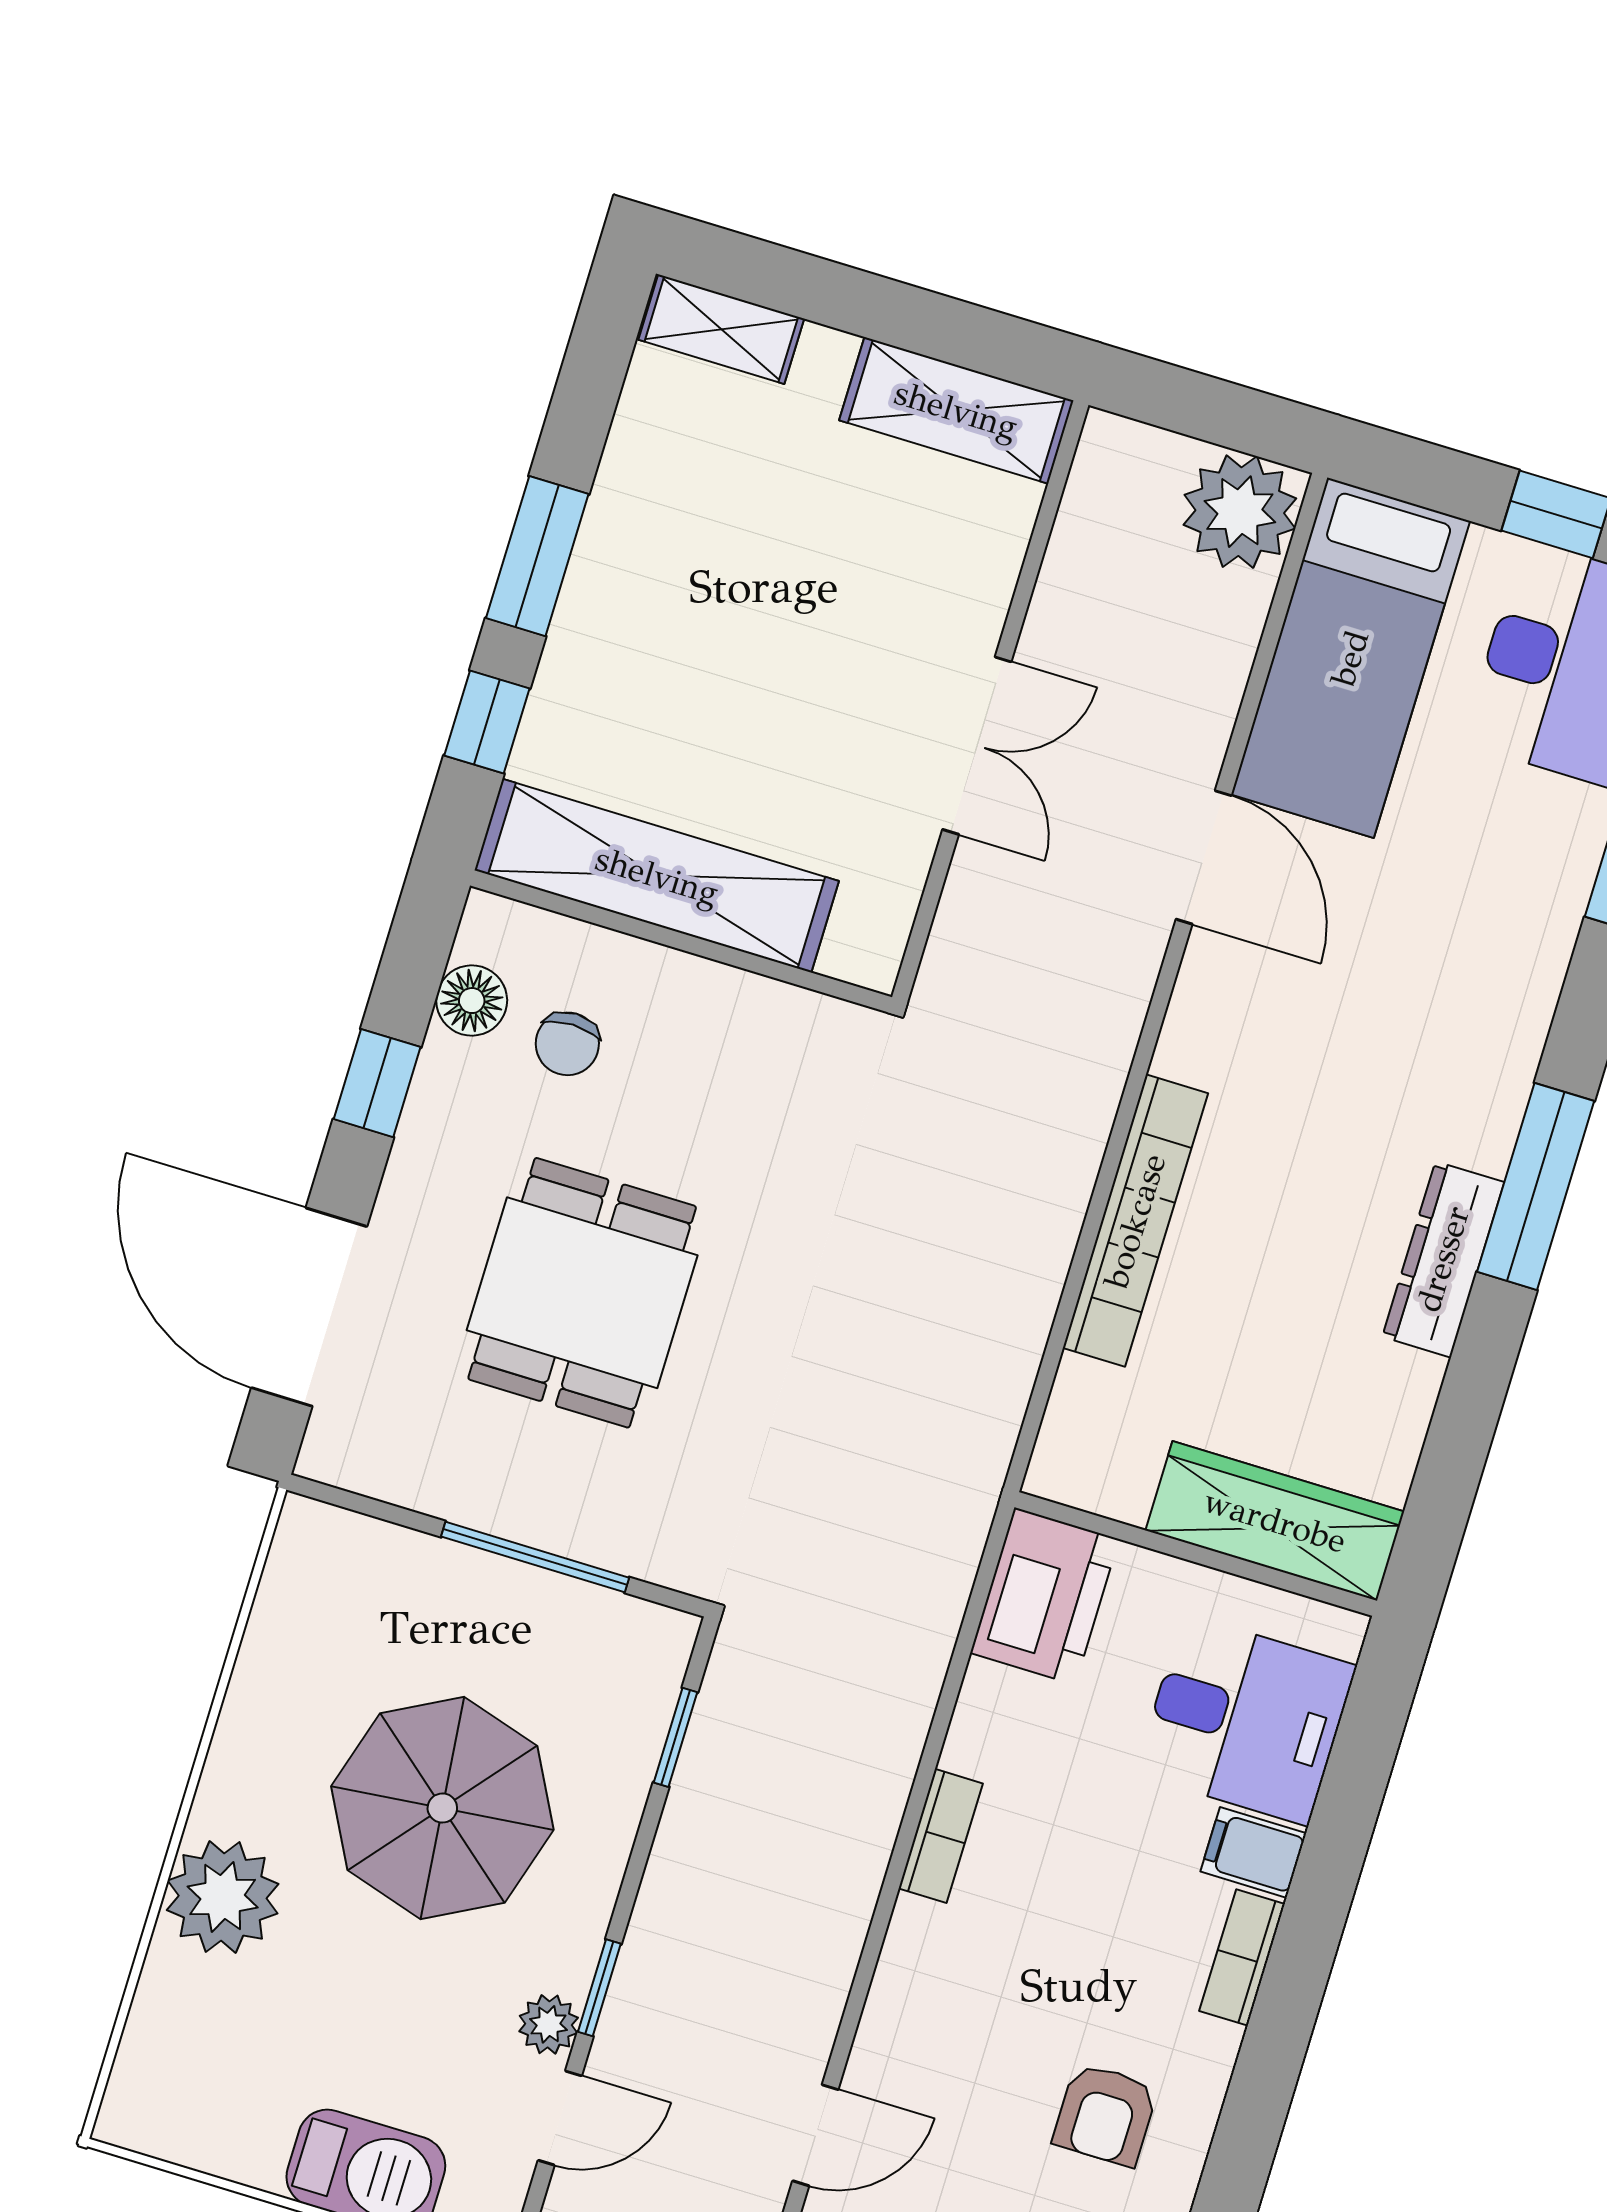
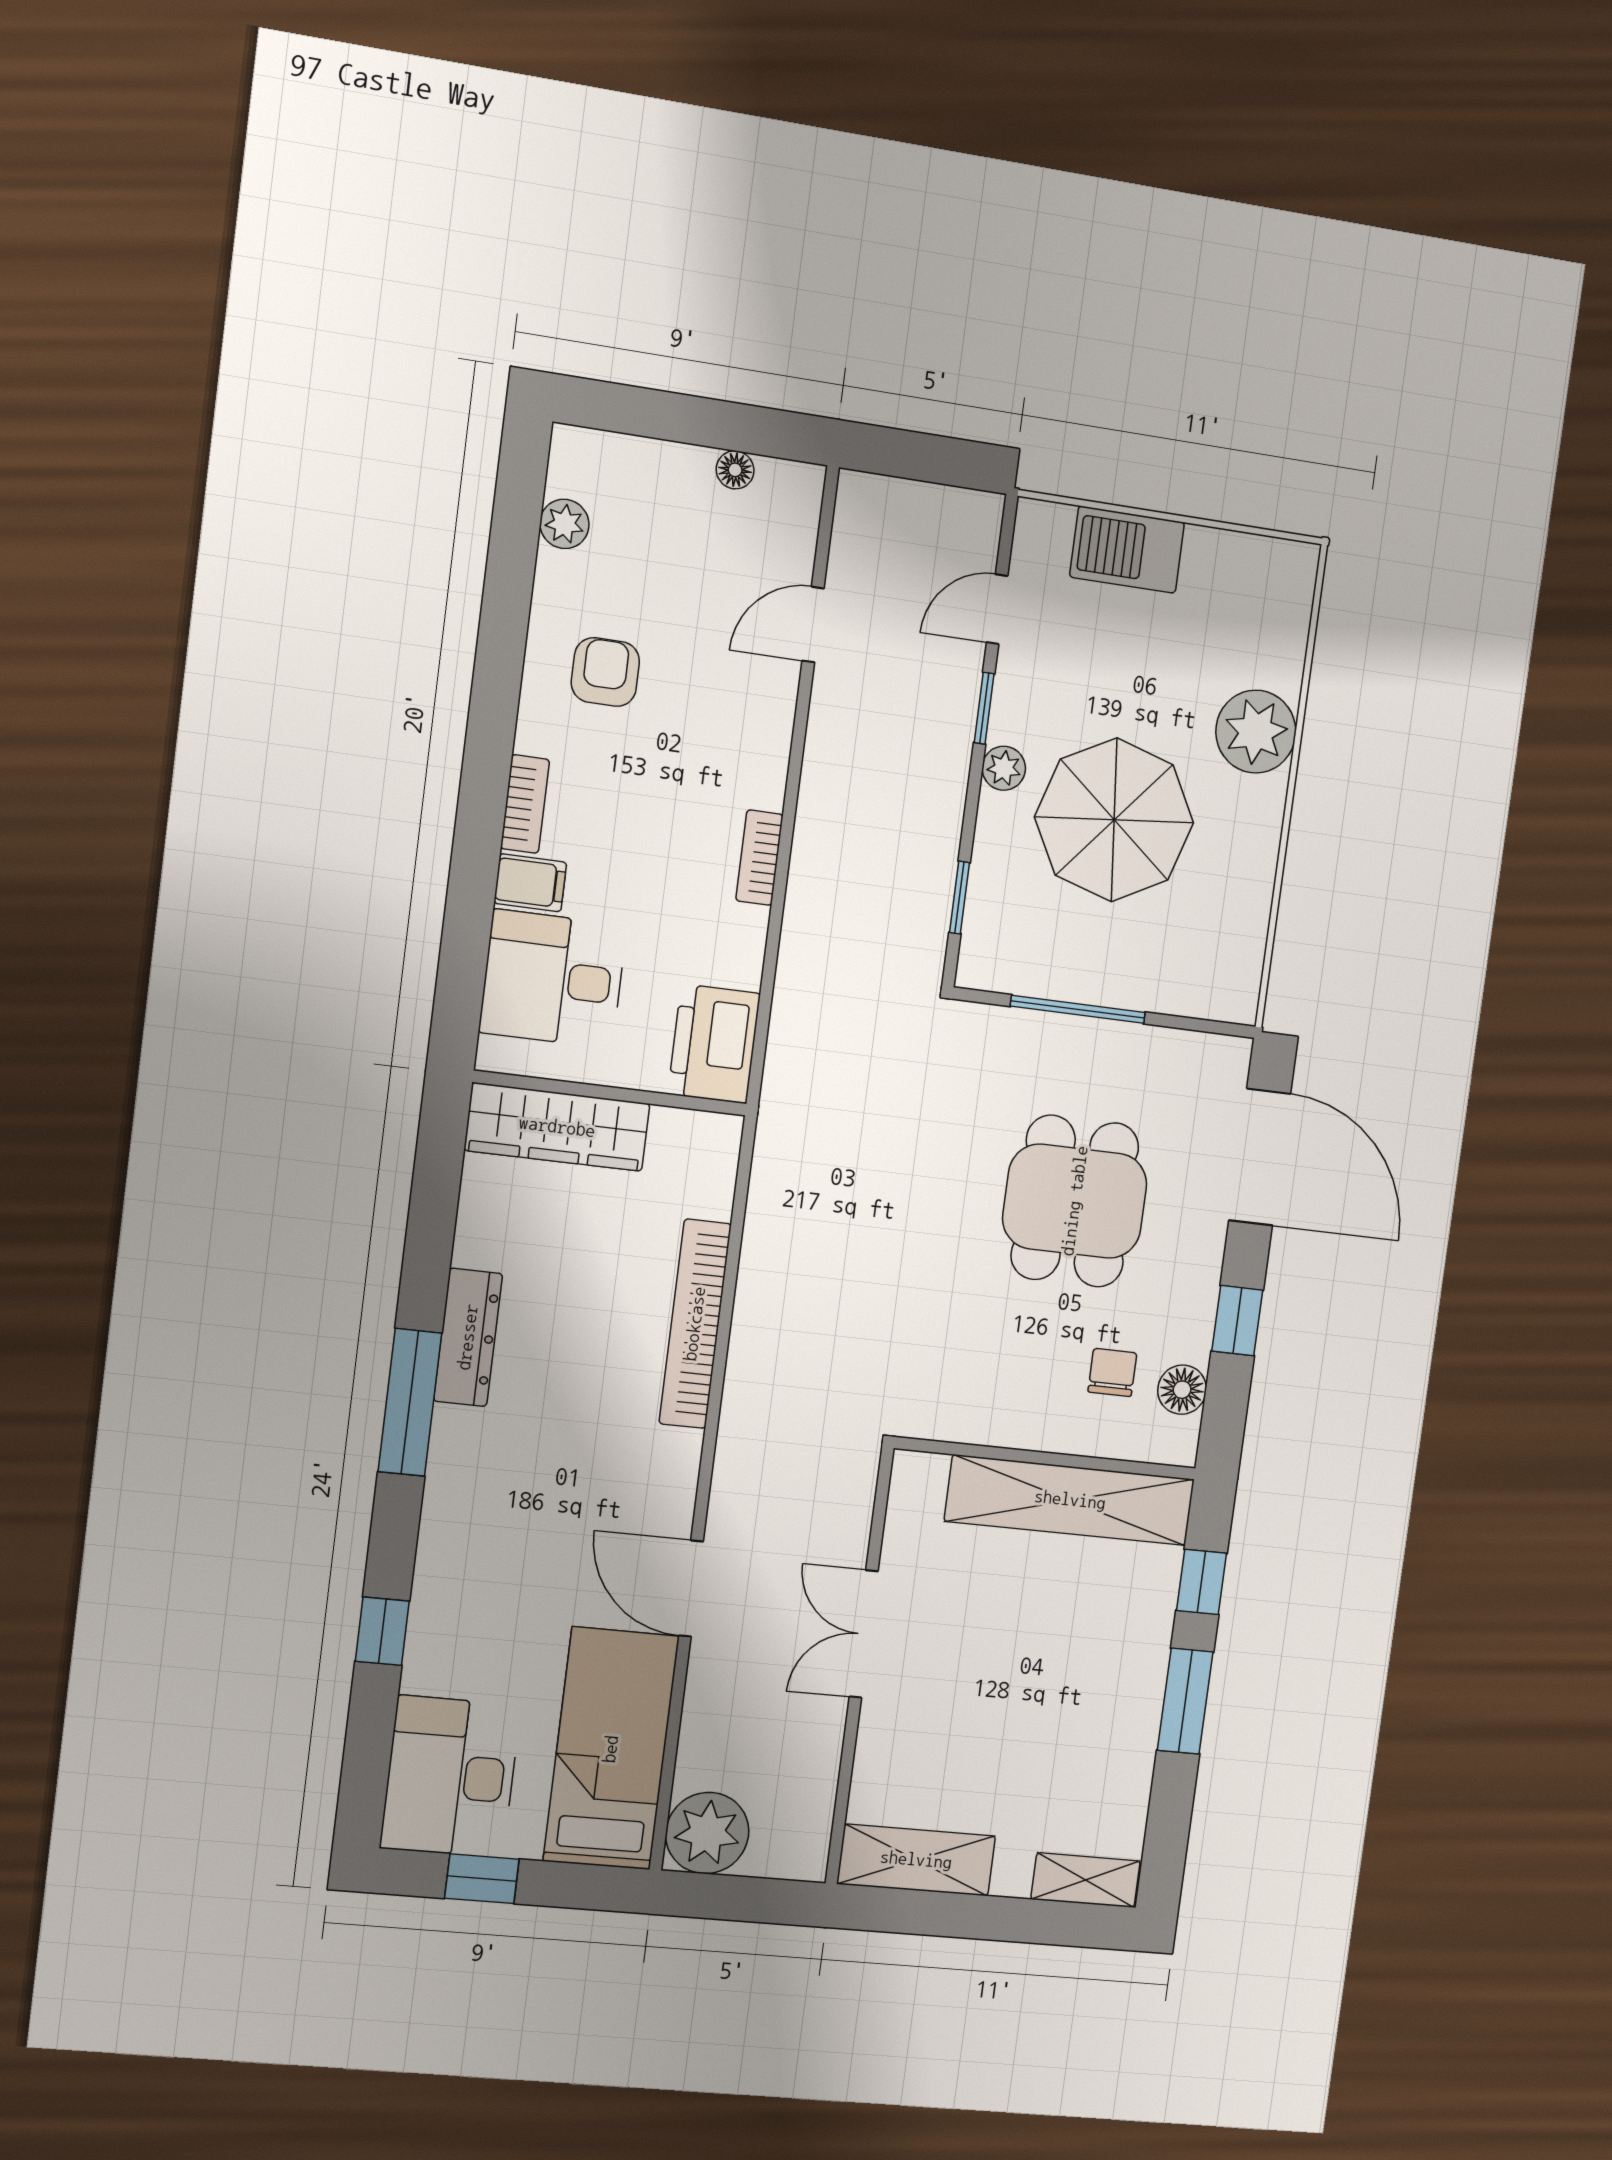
plant: (549, 2024) -> (1004, 768), moved

